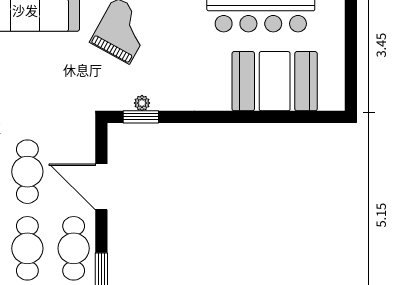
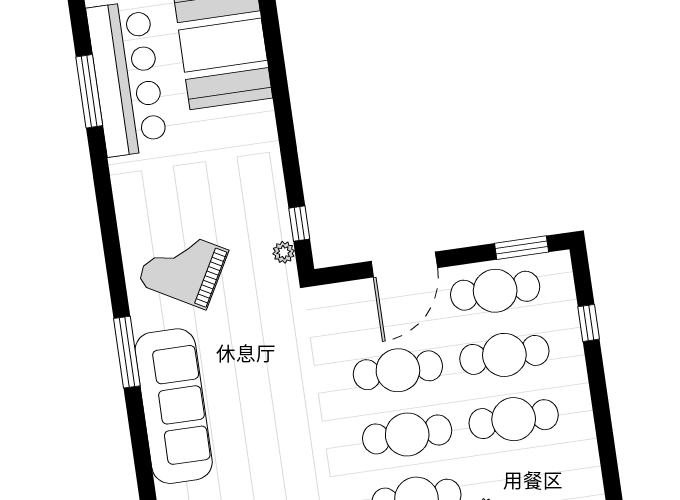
plant: (142, 103) -> (284, 252), moved
window: (141, 117) -> (299, 224), width x0.67

